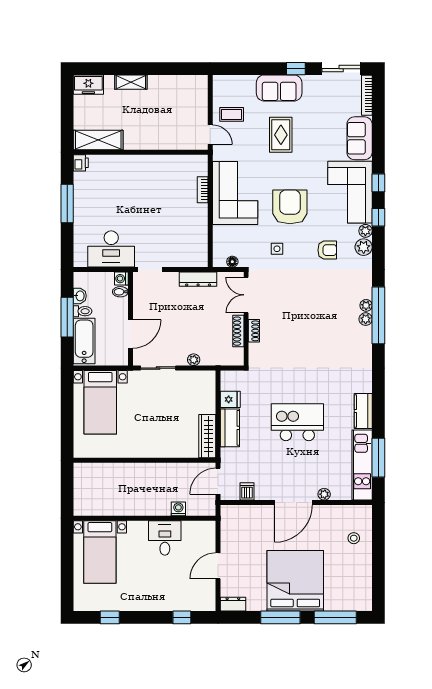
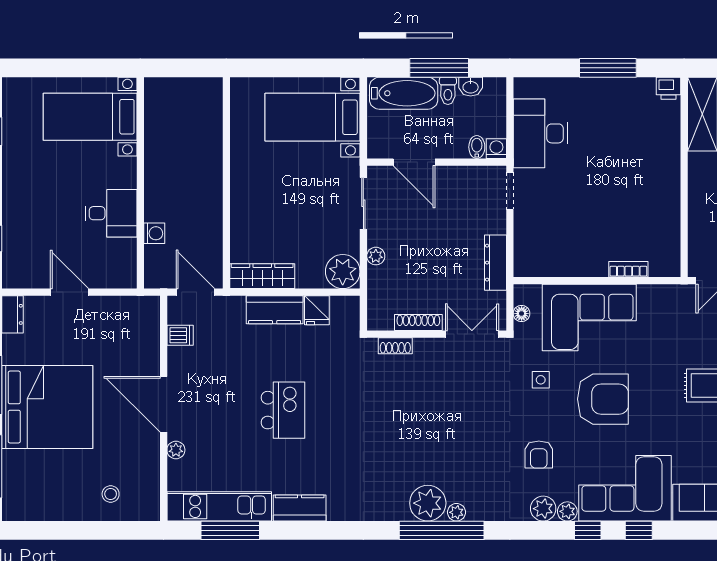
corner sofa: (235, 193) -> (589, 318), moved
plant: (366, 319) -> (428, 503), width x1.88, depth x1.88
shoe rack: (254, 331) -> (395, 346), moved
plant: (204, 382) -> (343, 272), added
kitchen island: (297, 422) -> (283, 410), width x0.73, depth x0.78

